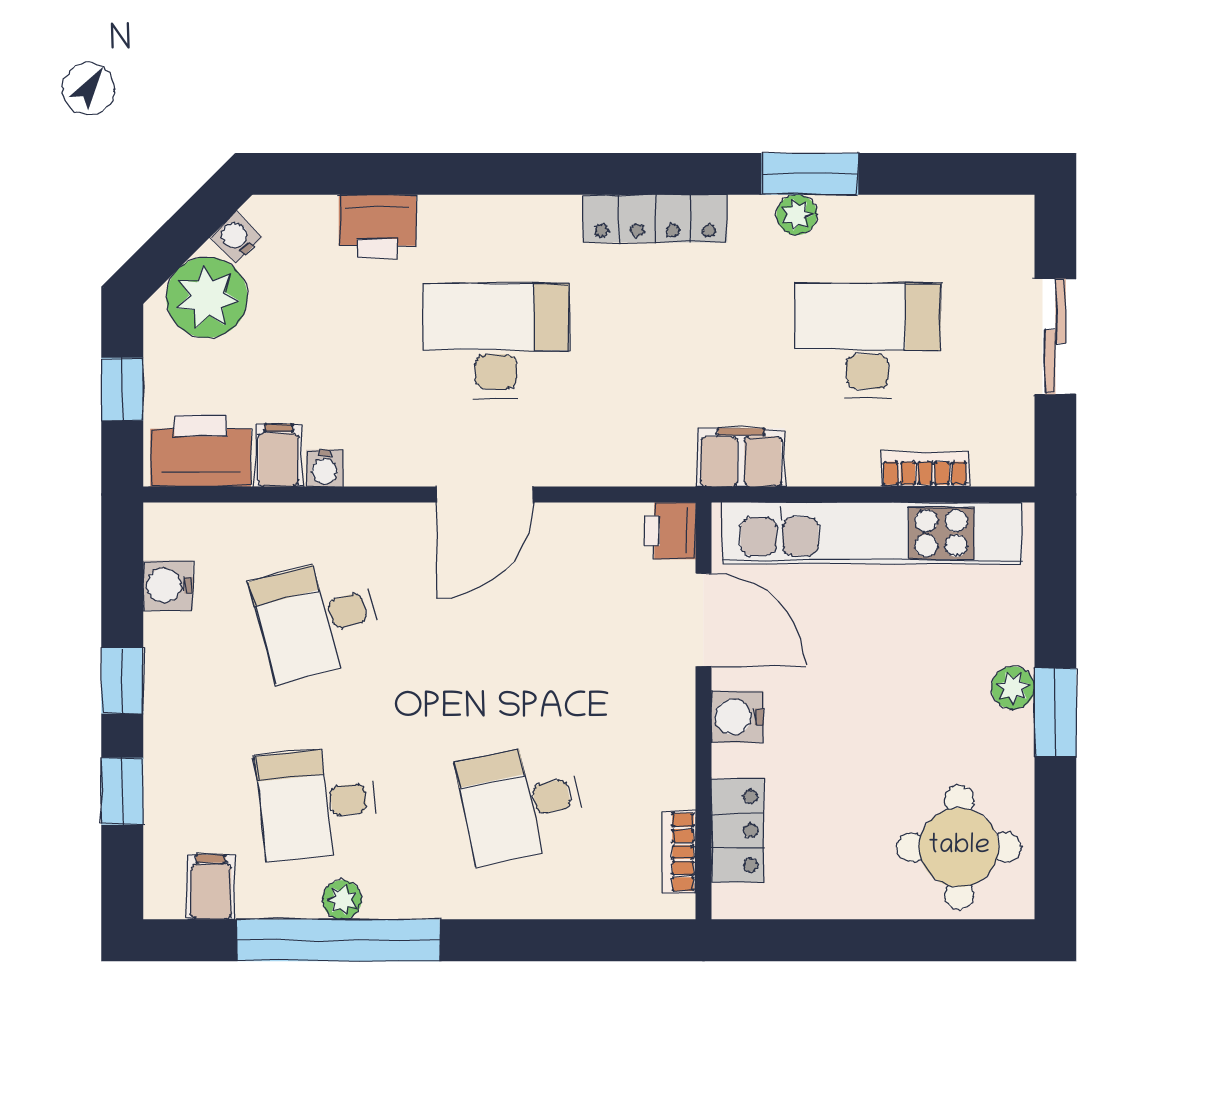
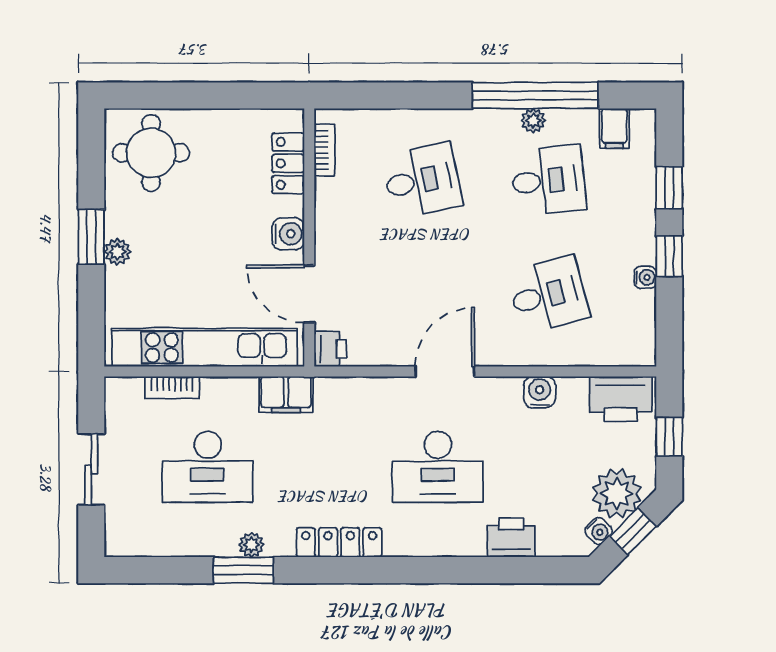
window: (181, 237) -> (633, 531), added
filing cabinet: (279, 455) -> (572, 396), removed
water cooler: (325, 468) -> (540, 392), width x1.38, depth x1.38
water cooler: (168, 585) -> (645, 277), moved, width x0.72, depth x0.72

